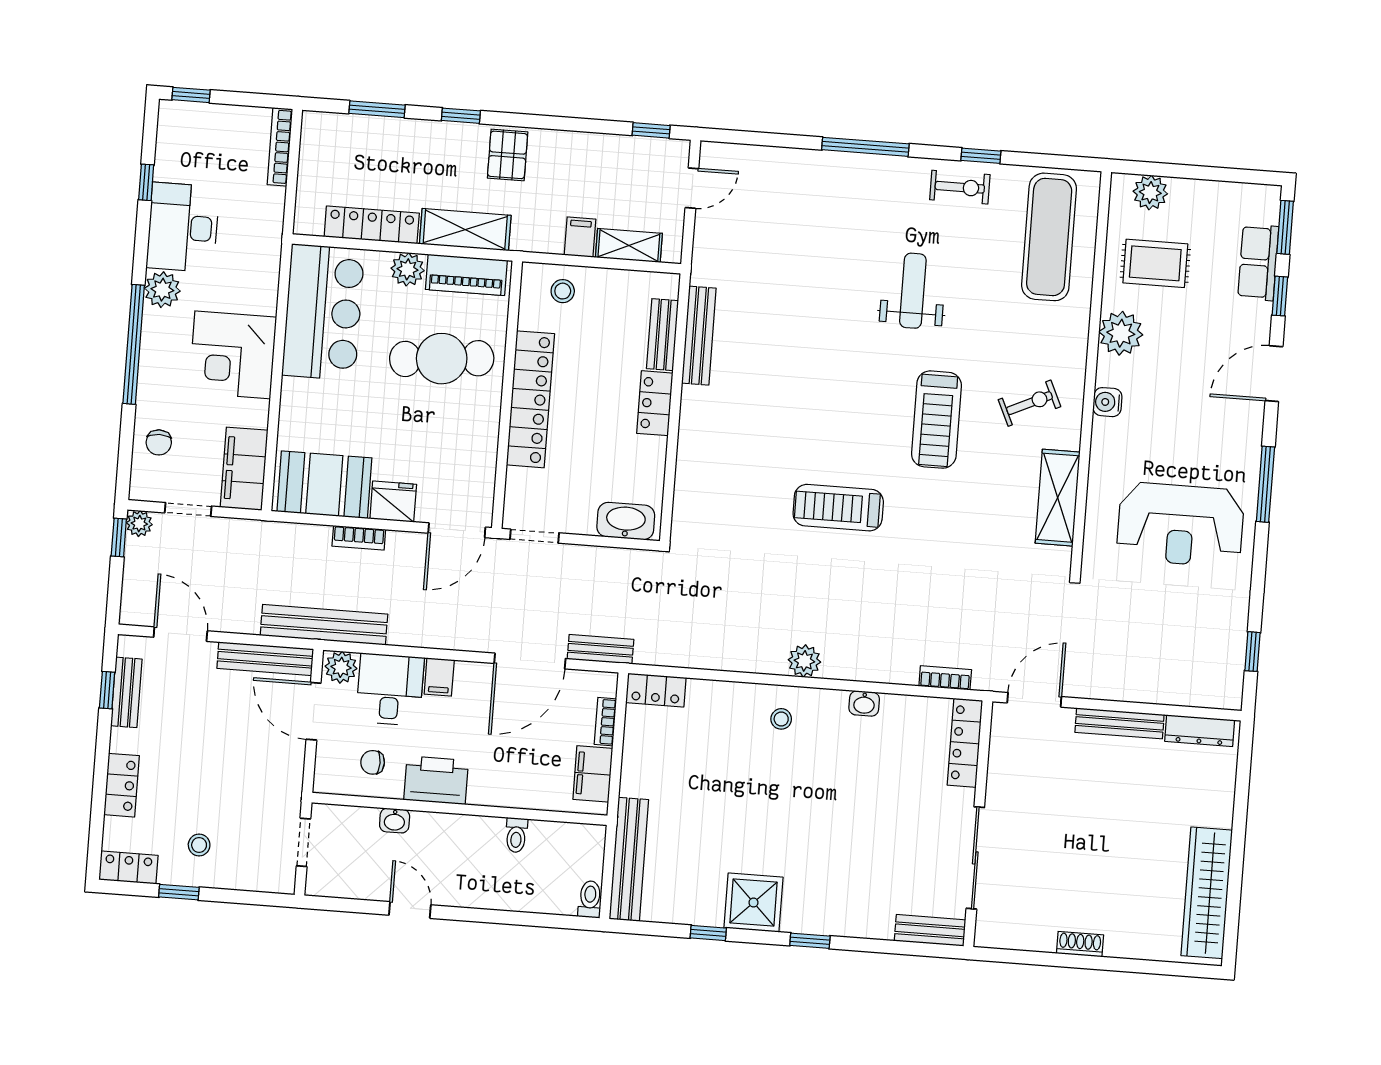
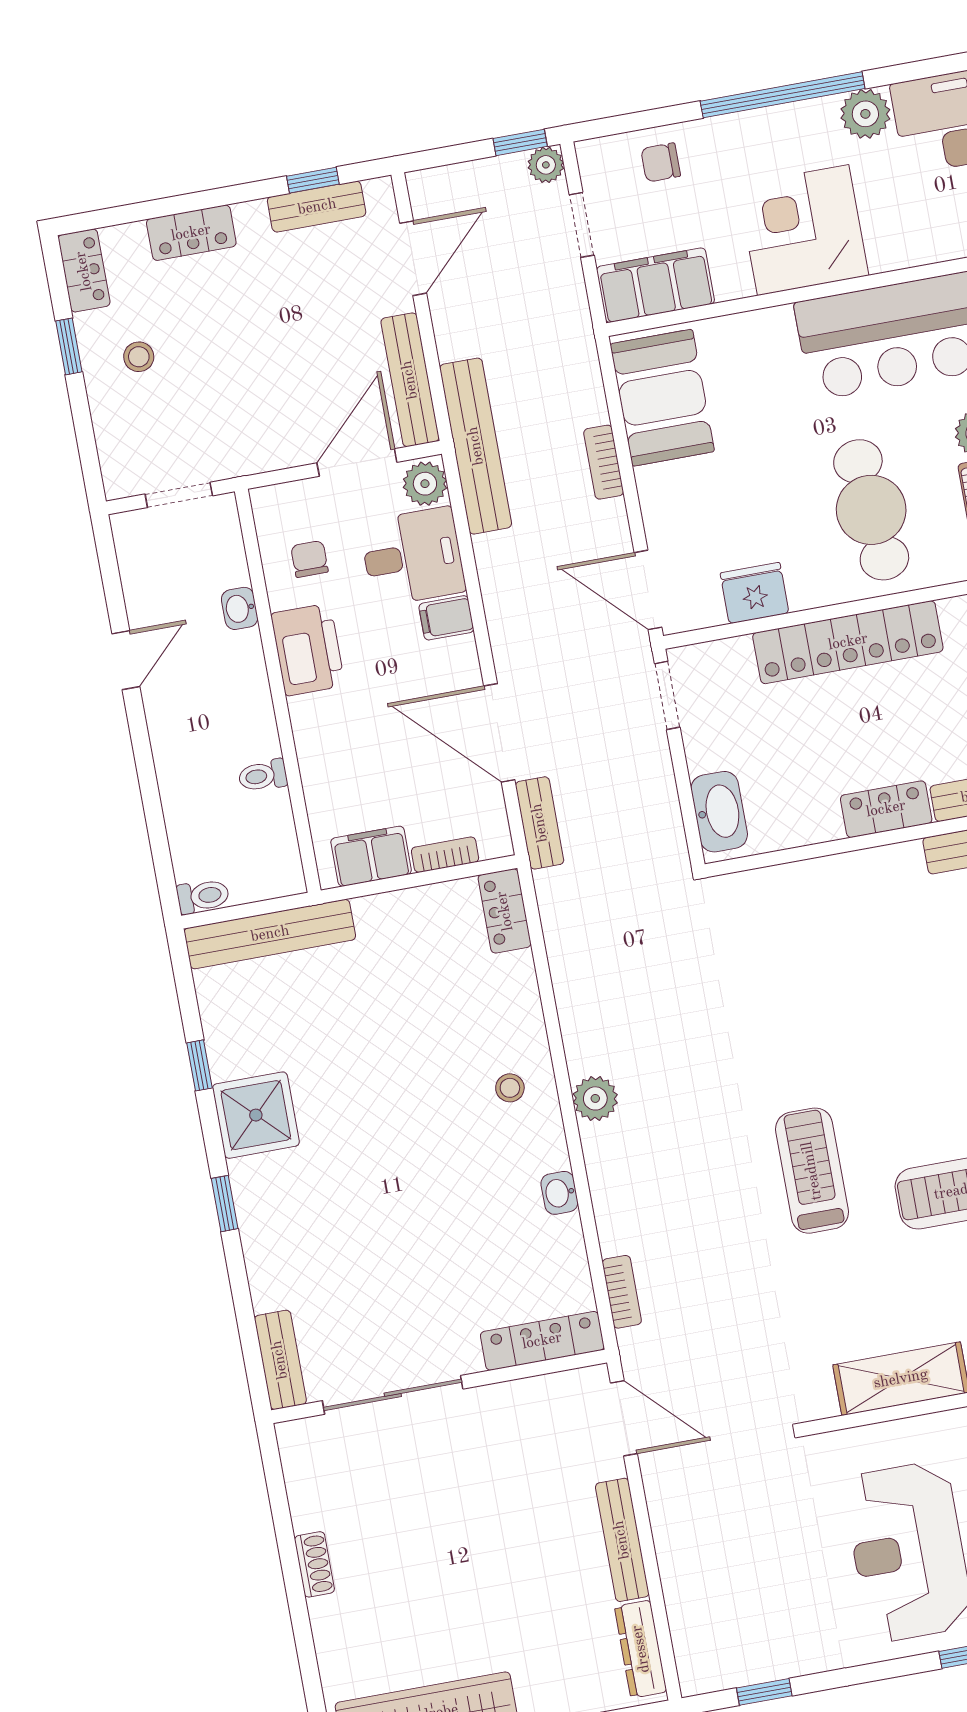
fridge: (393, 502) -> (754, 593), moved, turned -90
treadmill: (838, 508) -> (812, 1171), moved

